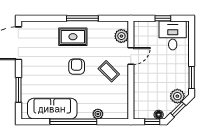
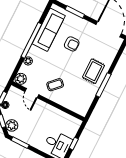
plant: (121, 36) -> (21, 79), moved
door: (131, 56) -> (32, 93), moved
armchair: (77, 67) -> (72, 44), moved

